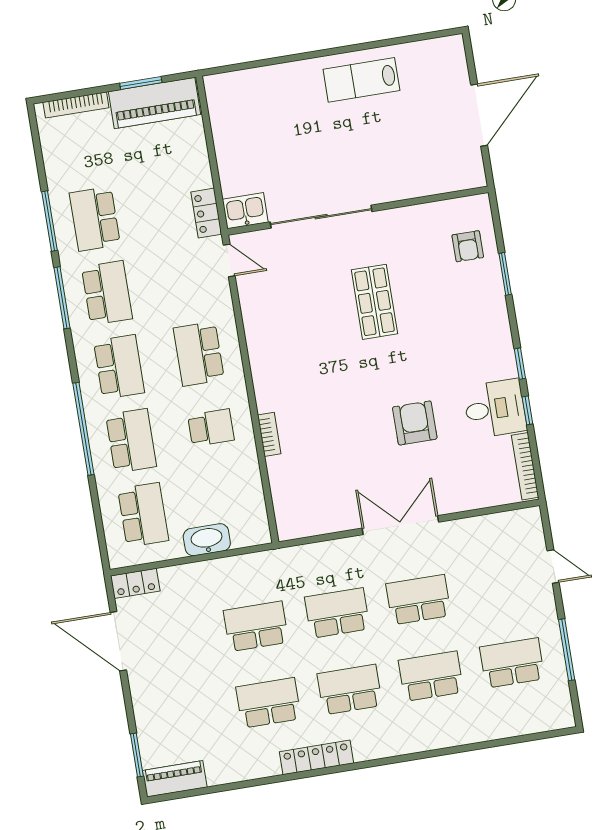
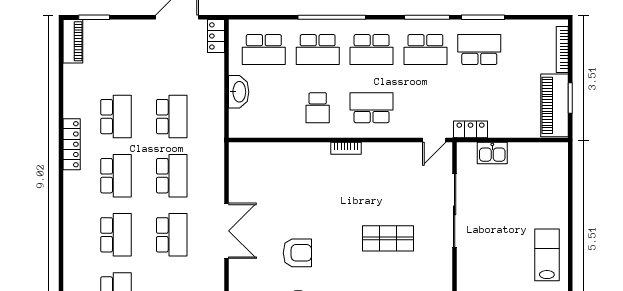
kitchen sink: (245, 211) -> (492, 153), moved, turned 90
bookcase: (269, 434) -> (346, 148), moved

